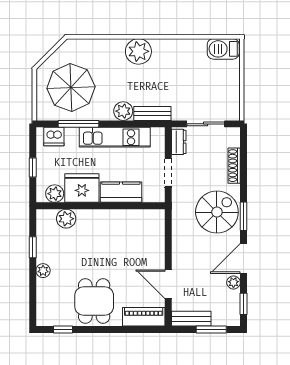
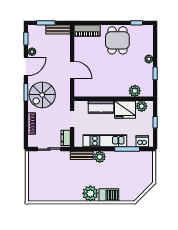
barbecue: (223, 49) -> (109, 195), moved
parasol: (71, 87) -> (132, 171), removed
door: (168, 284) -> (72, 70), moved

